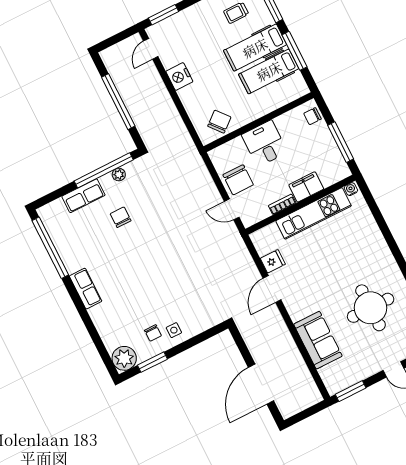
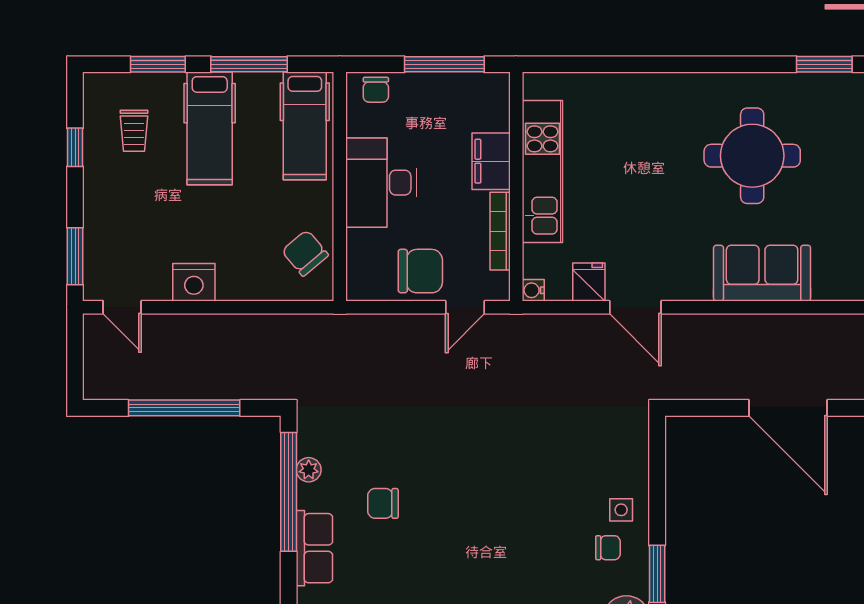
hospital bed: (269, 71) -> (305, 126), moved
desk: (265, 143) -> (381, 183), width x1.37
water cooler: (351, 189) -> (533, 290), moved
bookcase: (282, 204) -> (500, 231), width x1.56

